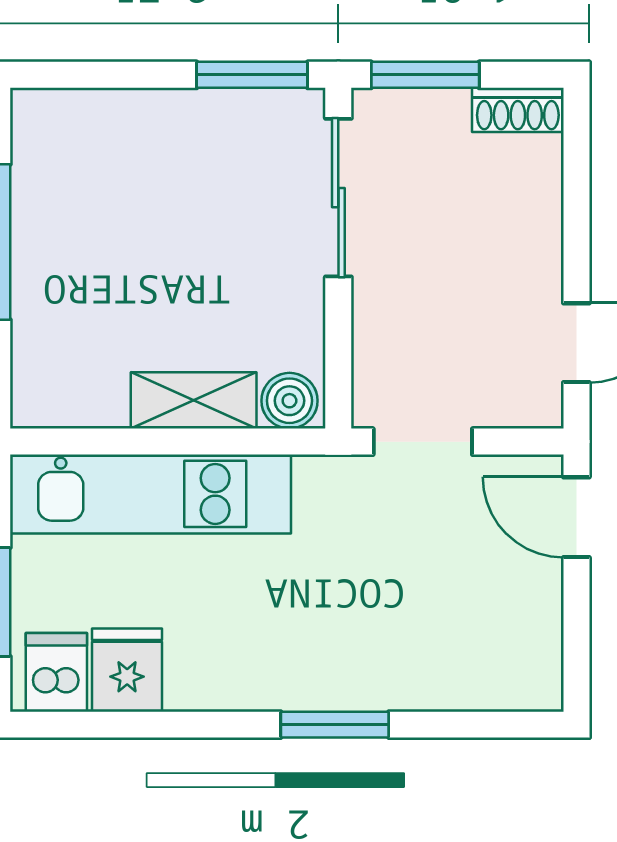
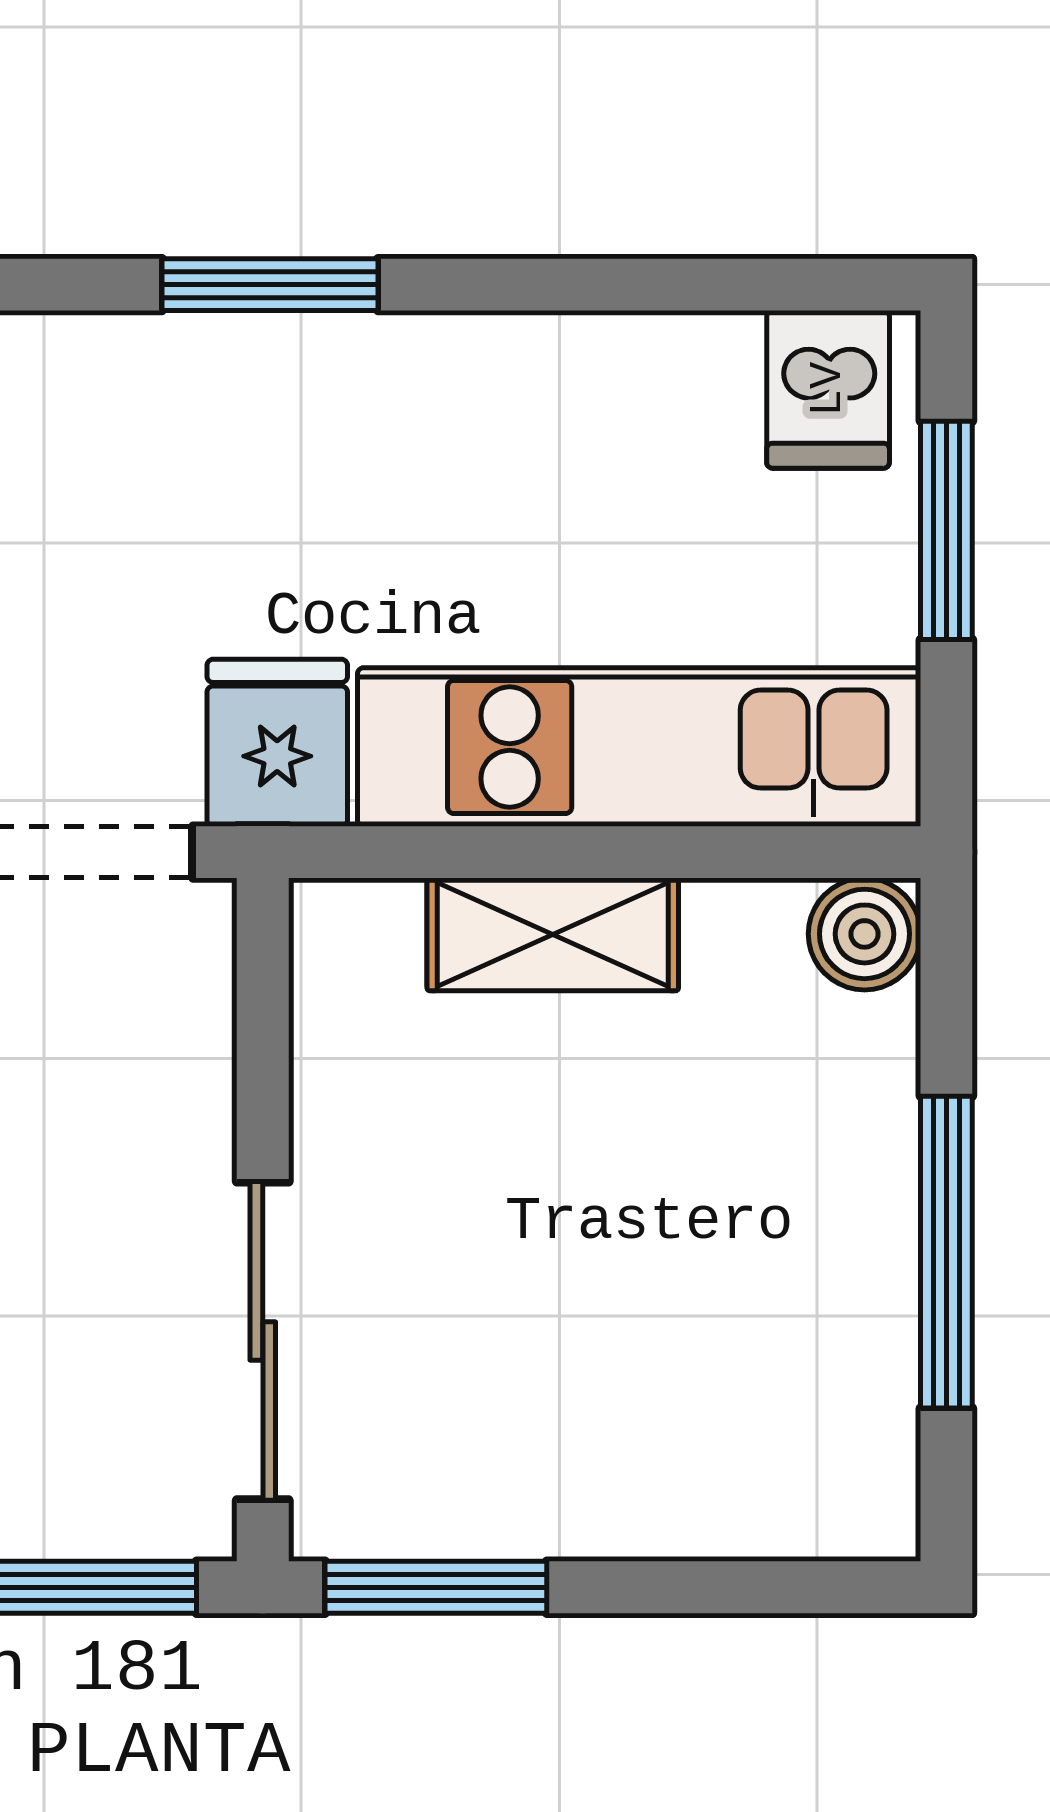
boiler: (289, 401) -> (865, 934), moved
fridge: (127, 670) -> (277, 743), moved, turned 180

